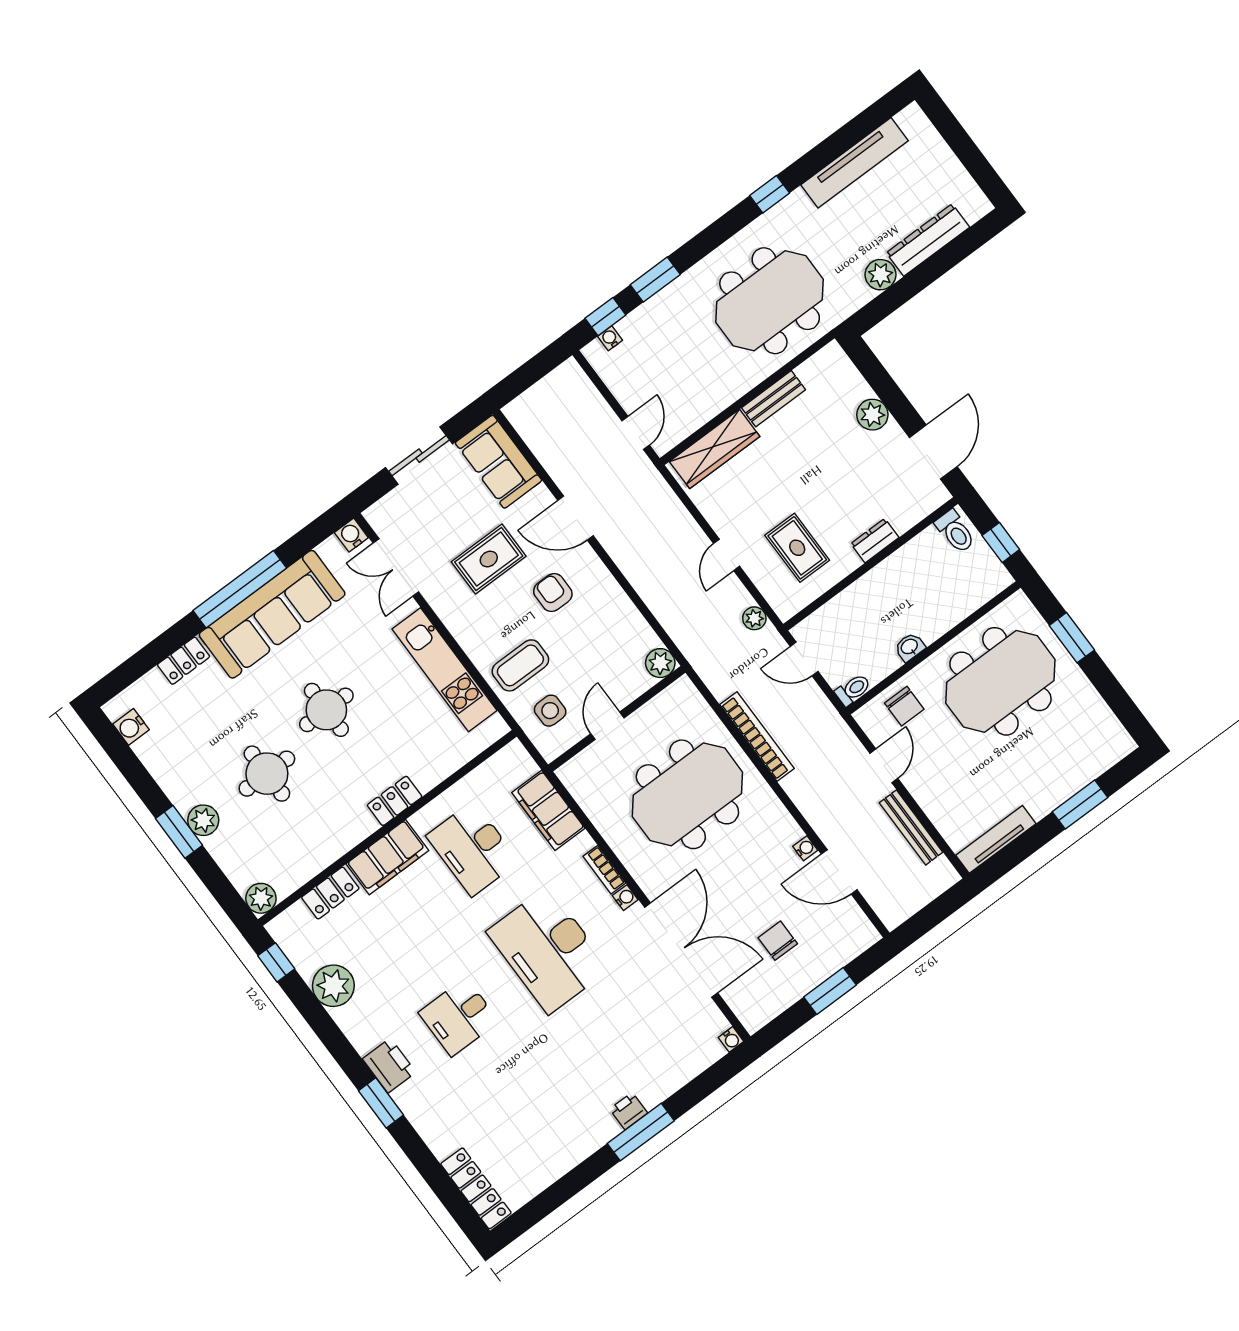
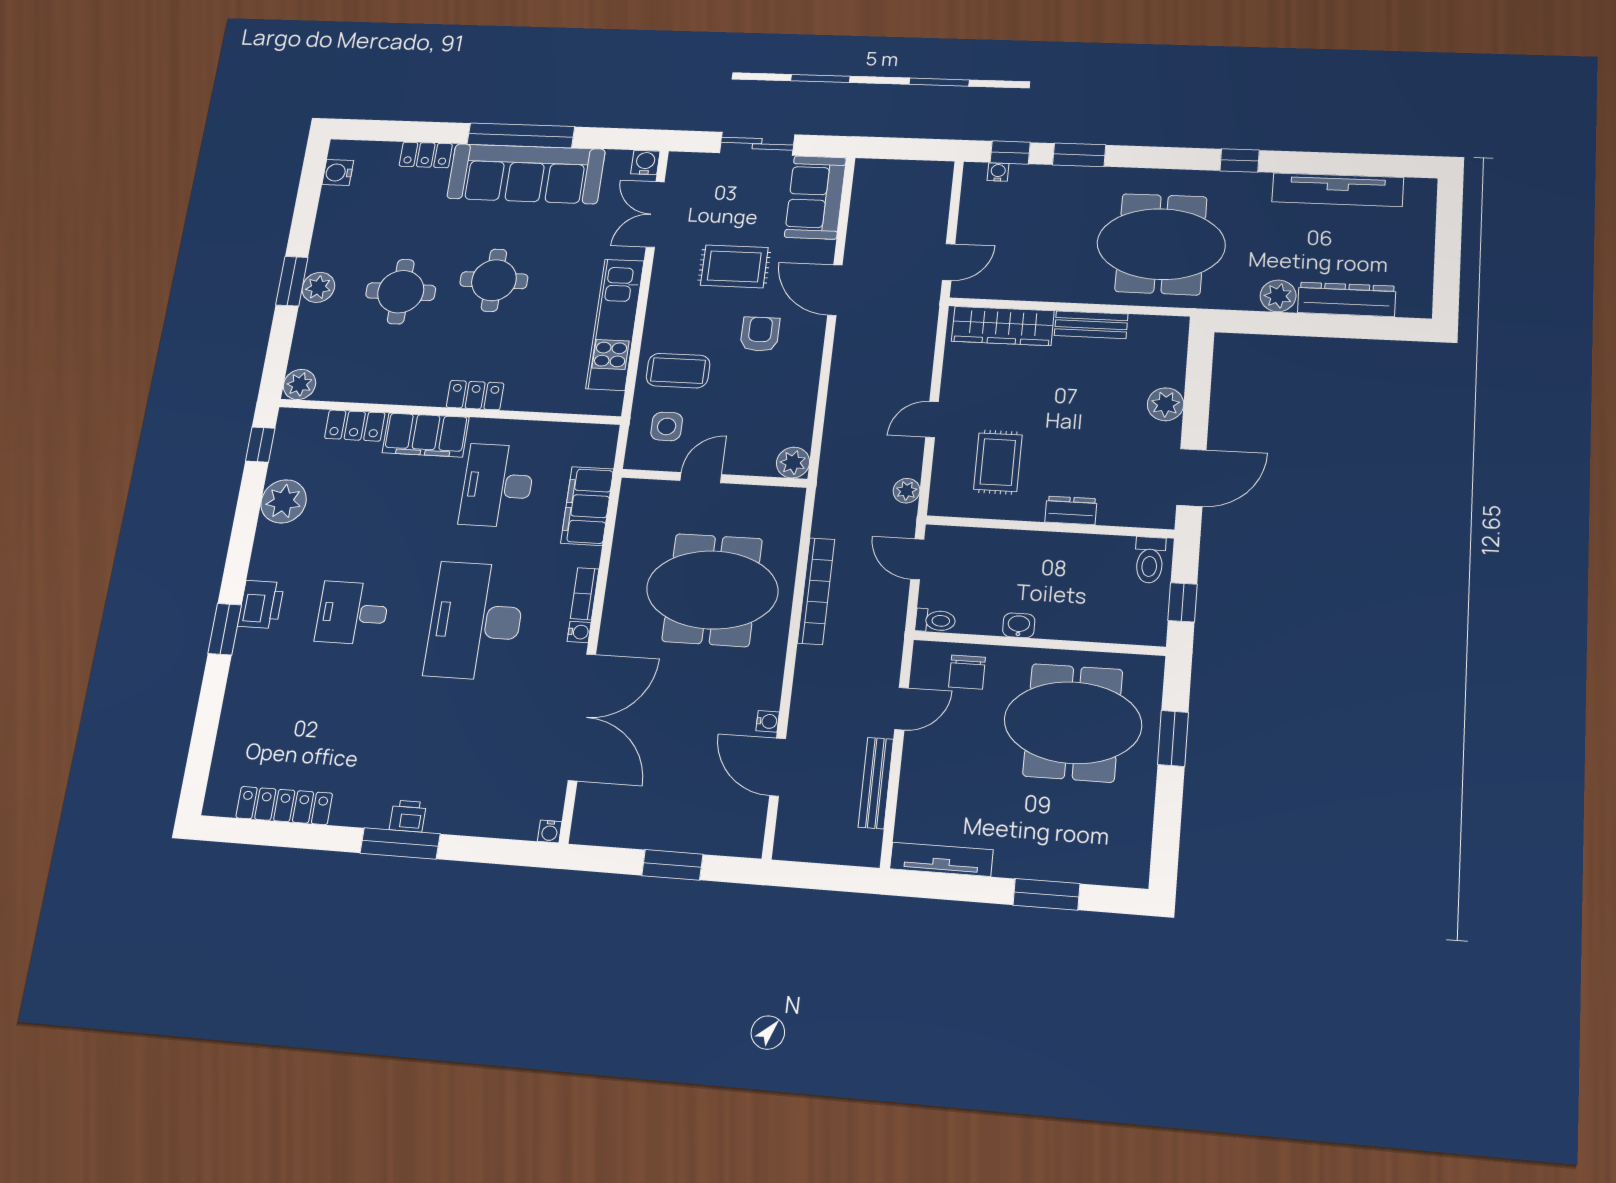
chair: (778, 941) -> (670, 781), removed
locker: (476, 1188) -> (284, 806), moved, turned -90

